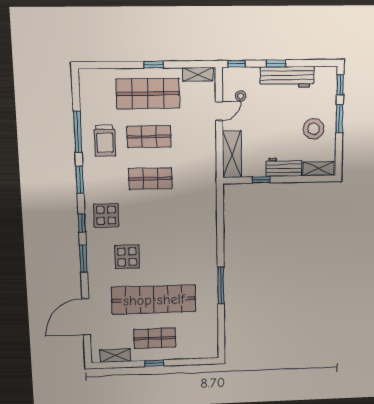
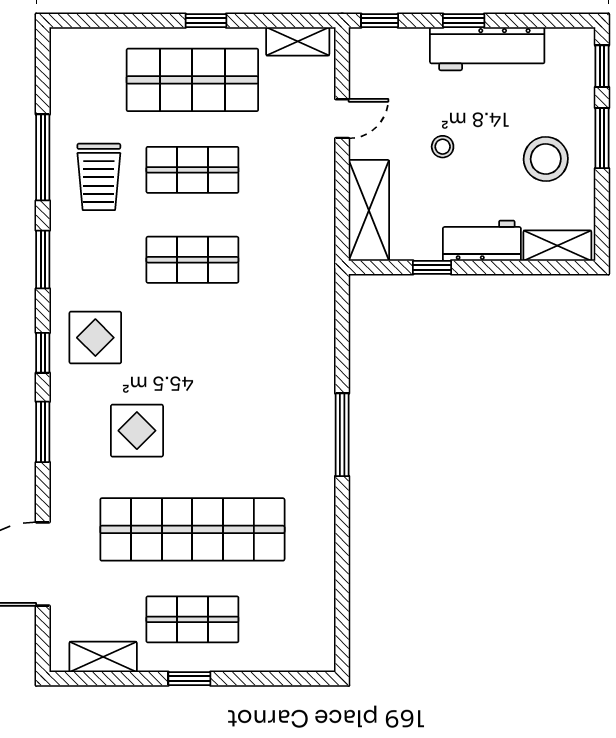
stool: (241, 96) -> (443, 147), moved
window: (221, 286) -> (342, 435), moved

